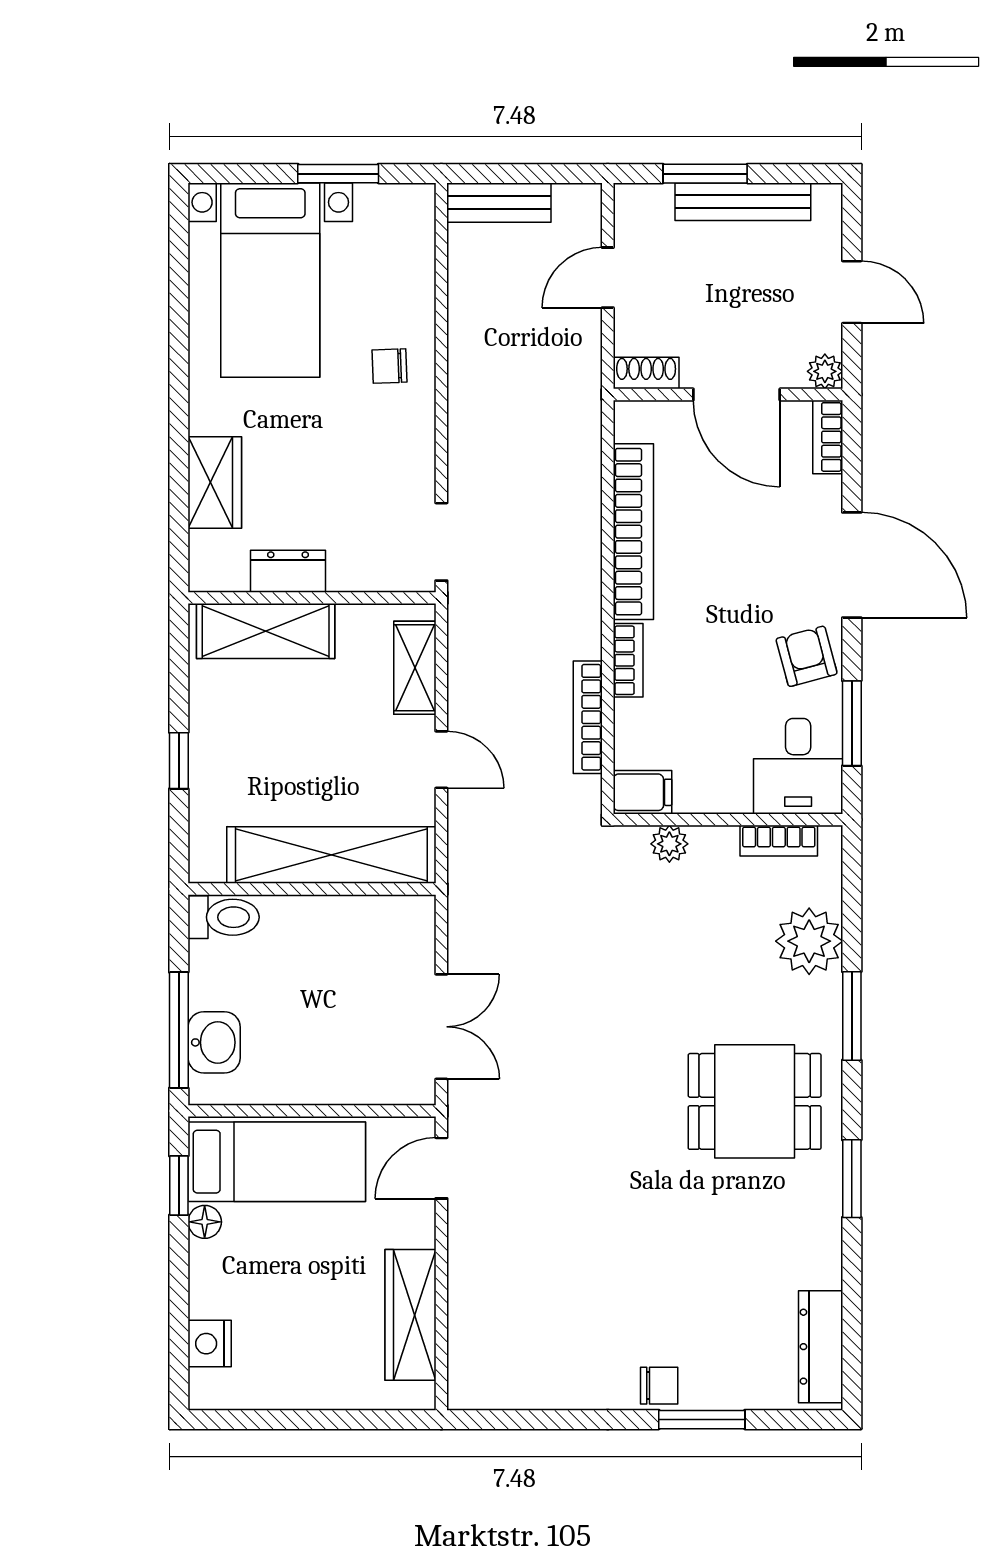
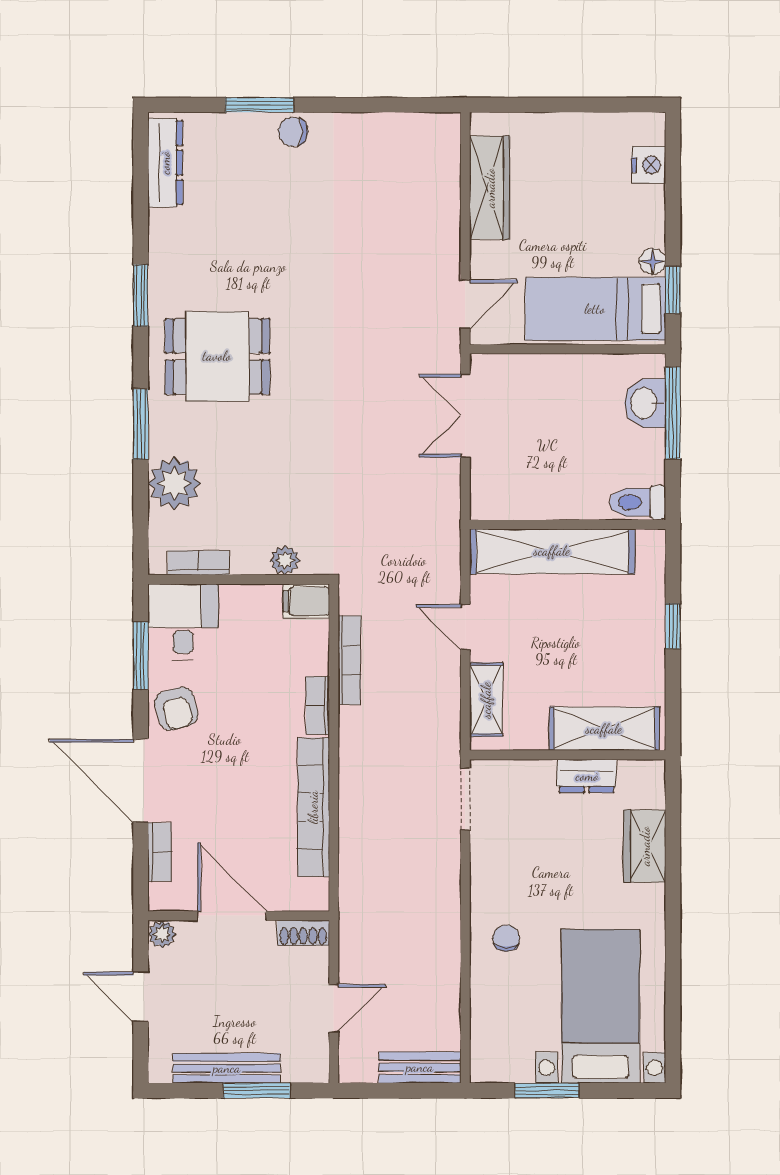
chair: (390, 366) -> (506, 938), turned -88
bookcase: (828, 437) -> (160, 852), moved

